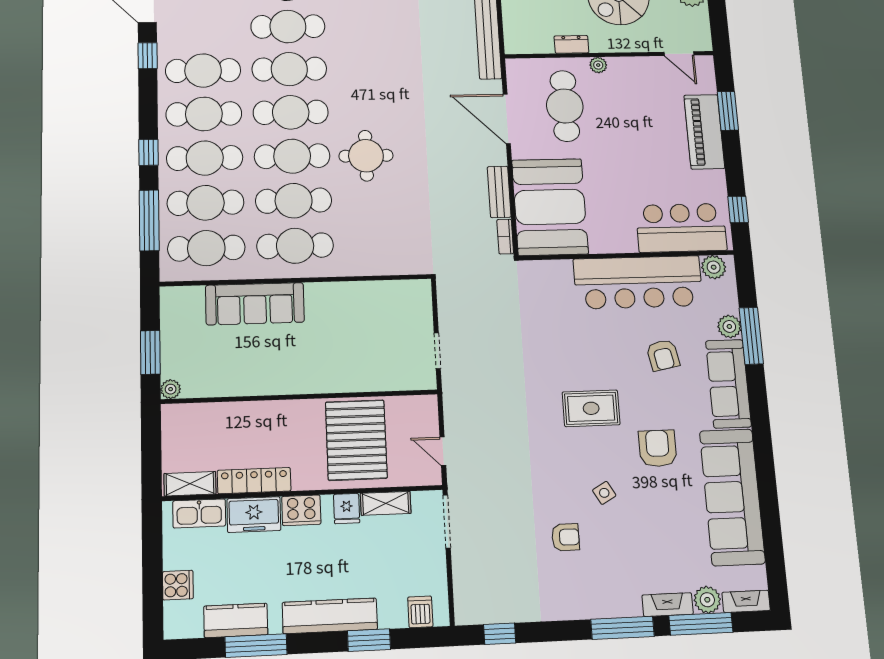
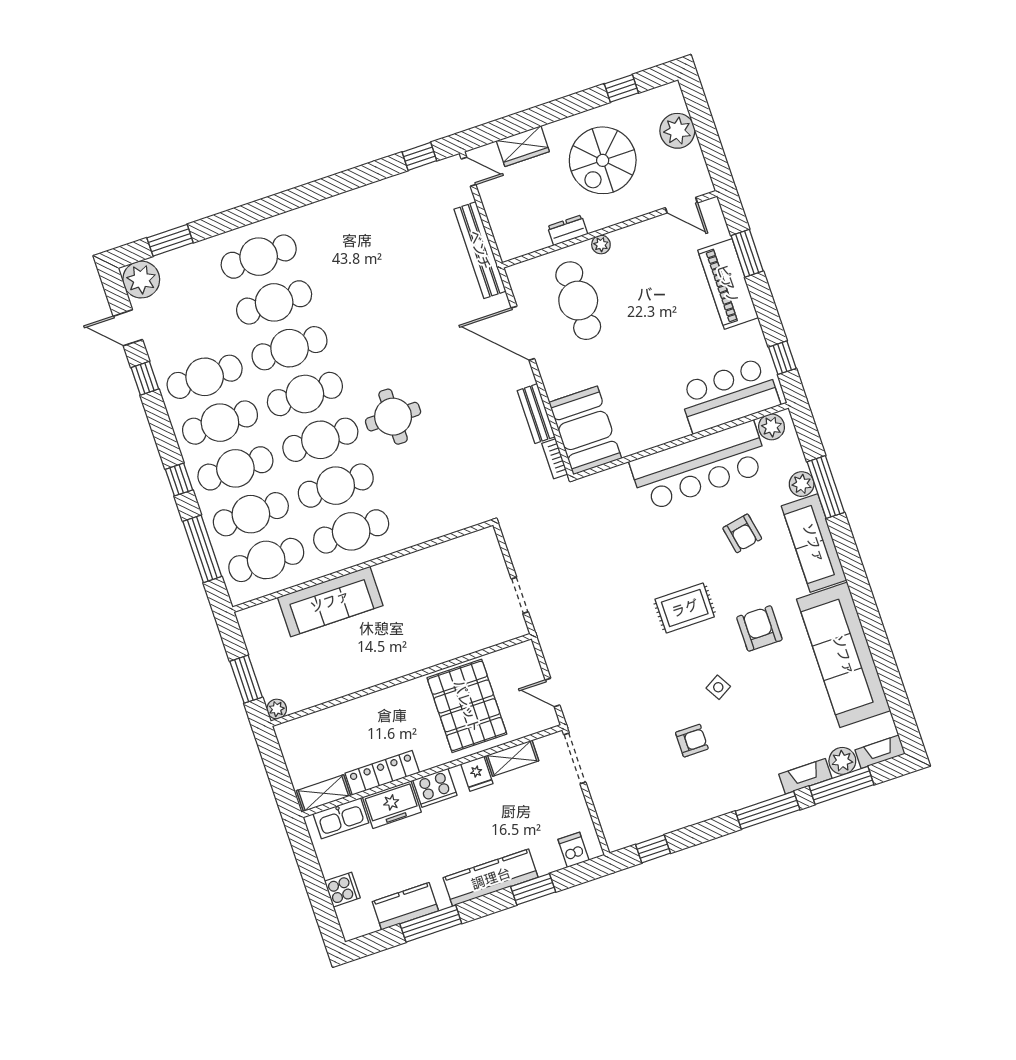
booth: (550, 207) -> (585, 430), width x0.73, depth x0.70

